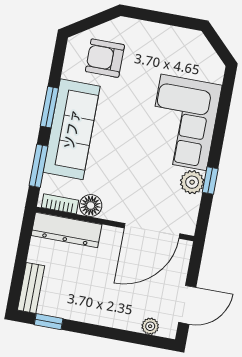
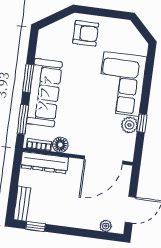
armchair: (105, 58) -> (86, 33), moved, turned 180

